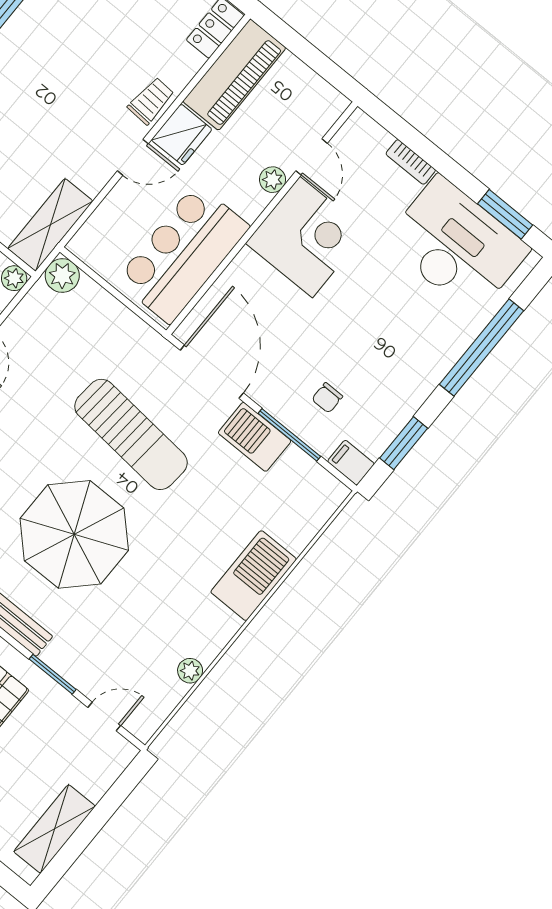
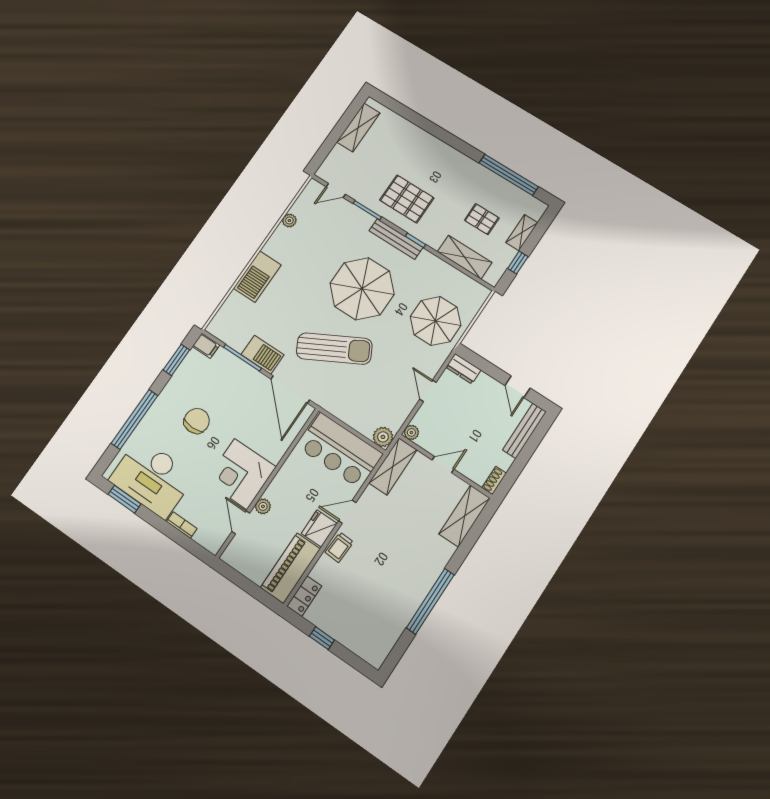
bar counter: (183, 254) -> (340, 450), moved, turned 90
chair: (327, 398) -> (197, 421), moved, width x1.87, depth x1.87
sun lounger: (131, 434) -> (334, 349), turned 147

